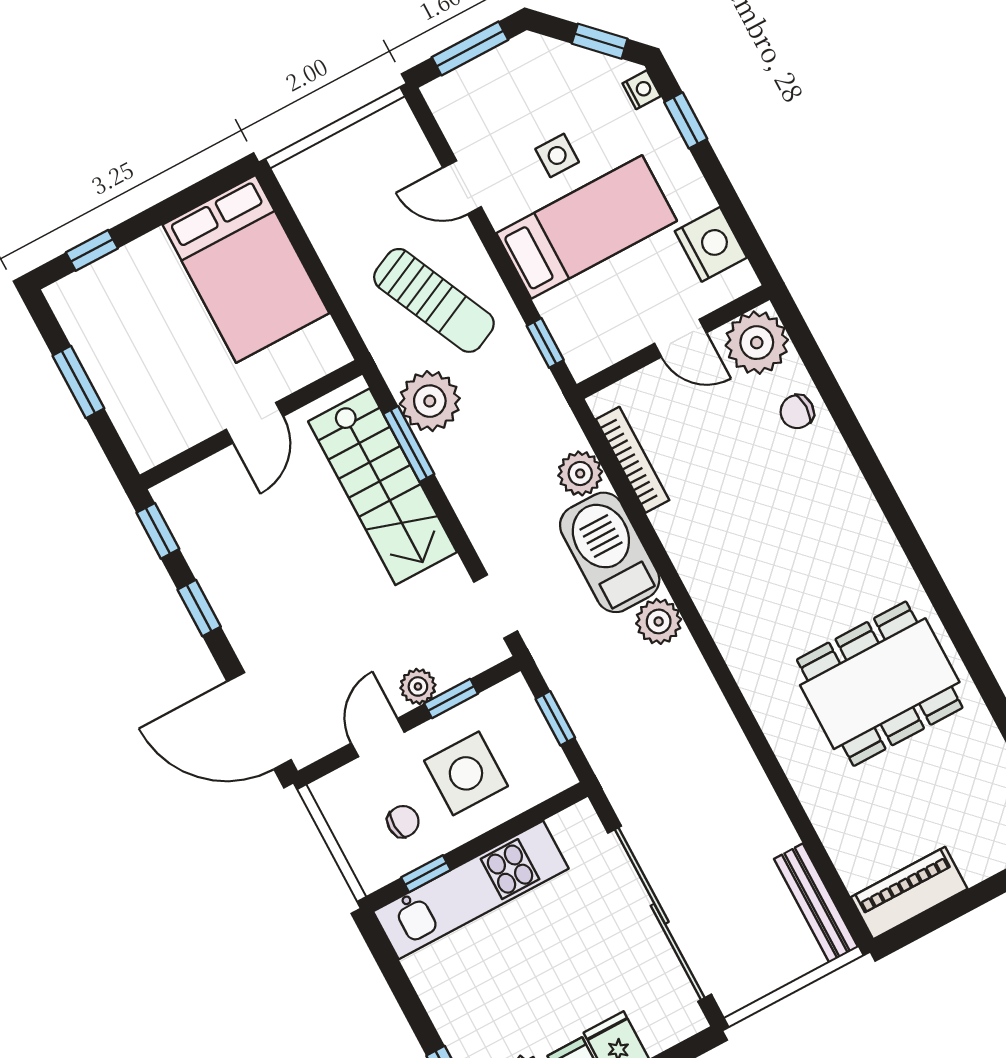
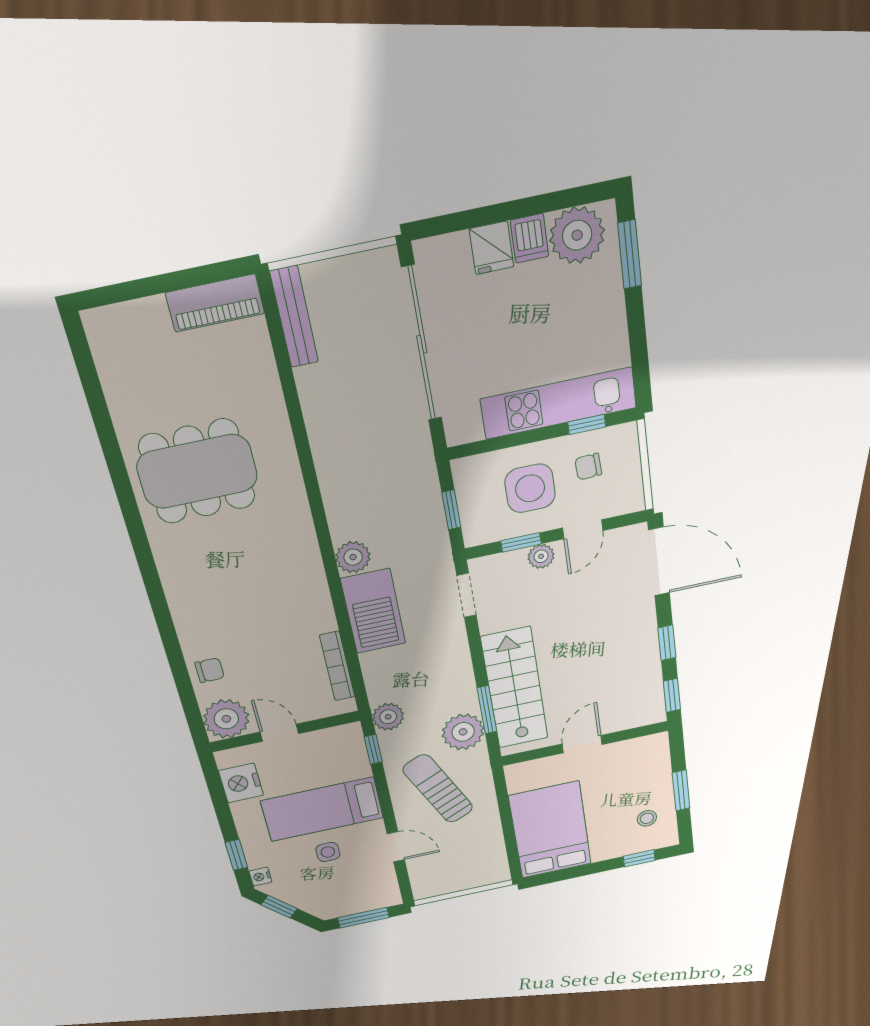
stool: (109, 323) -> (647, 818), added
plant: (580, 473) -> (388, 717), moved

